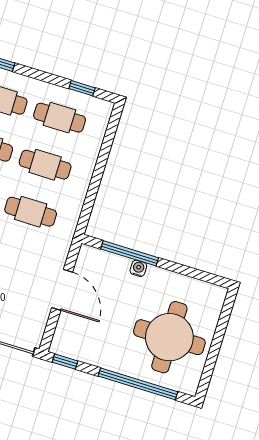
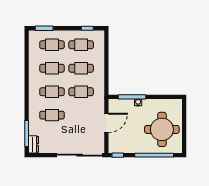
door: (62, 290) -> (106, 123), hinge flipped

